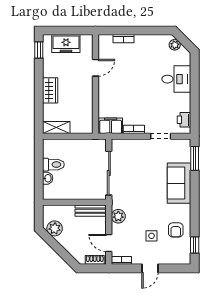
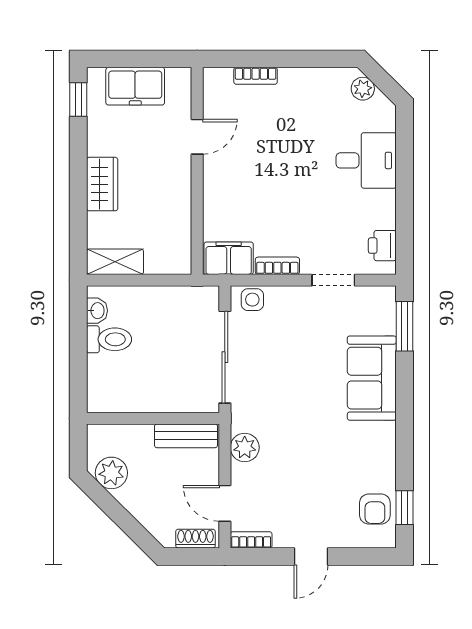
washbasin: (48, 178) -> (97, 311), moved
armchair: (176, 230) -> (375, 509), moved
side table: (152, 236) -> (252, 300), moved

